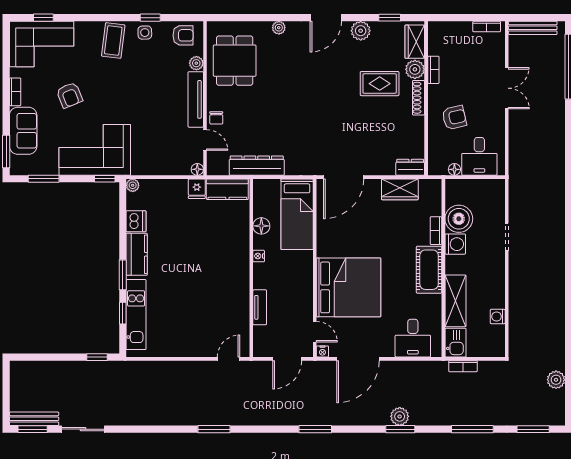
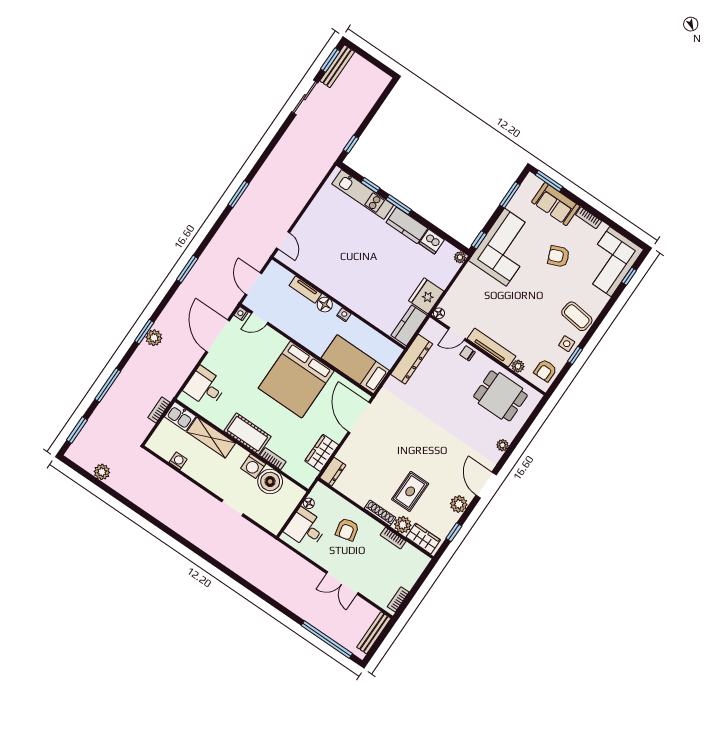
fridge: (197, 189) -> (426, 296), width x1.88, depth x1.34
floor lamp: (261, 226) -> (325, 305), moved
bed: (348, 287) -> (296, 380), moved

